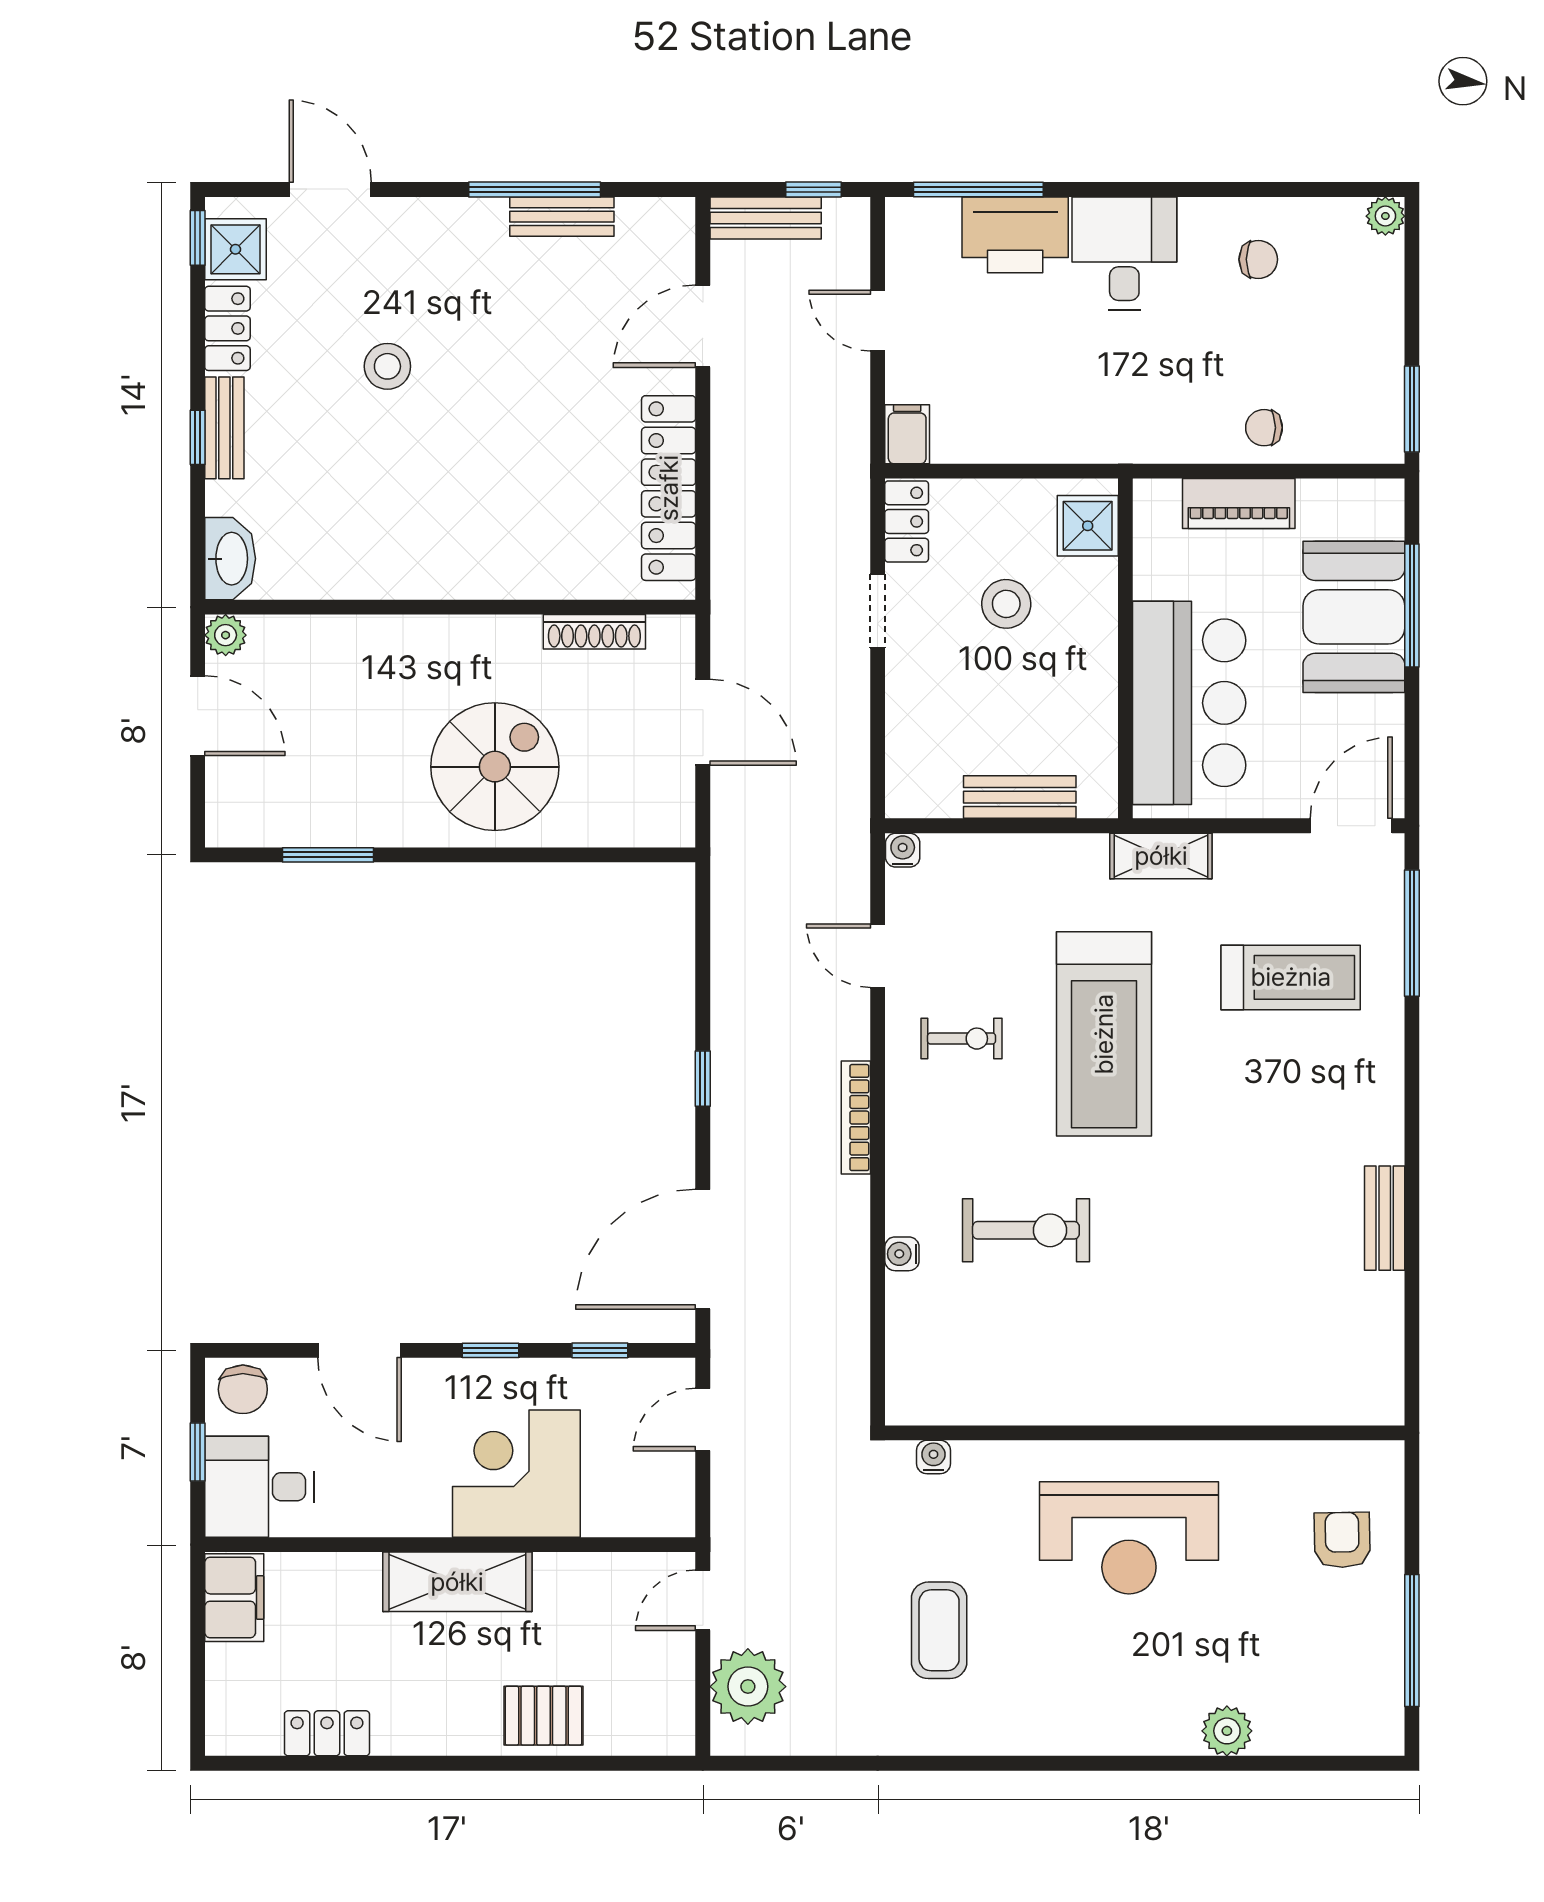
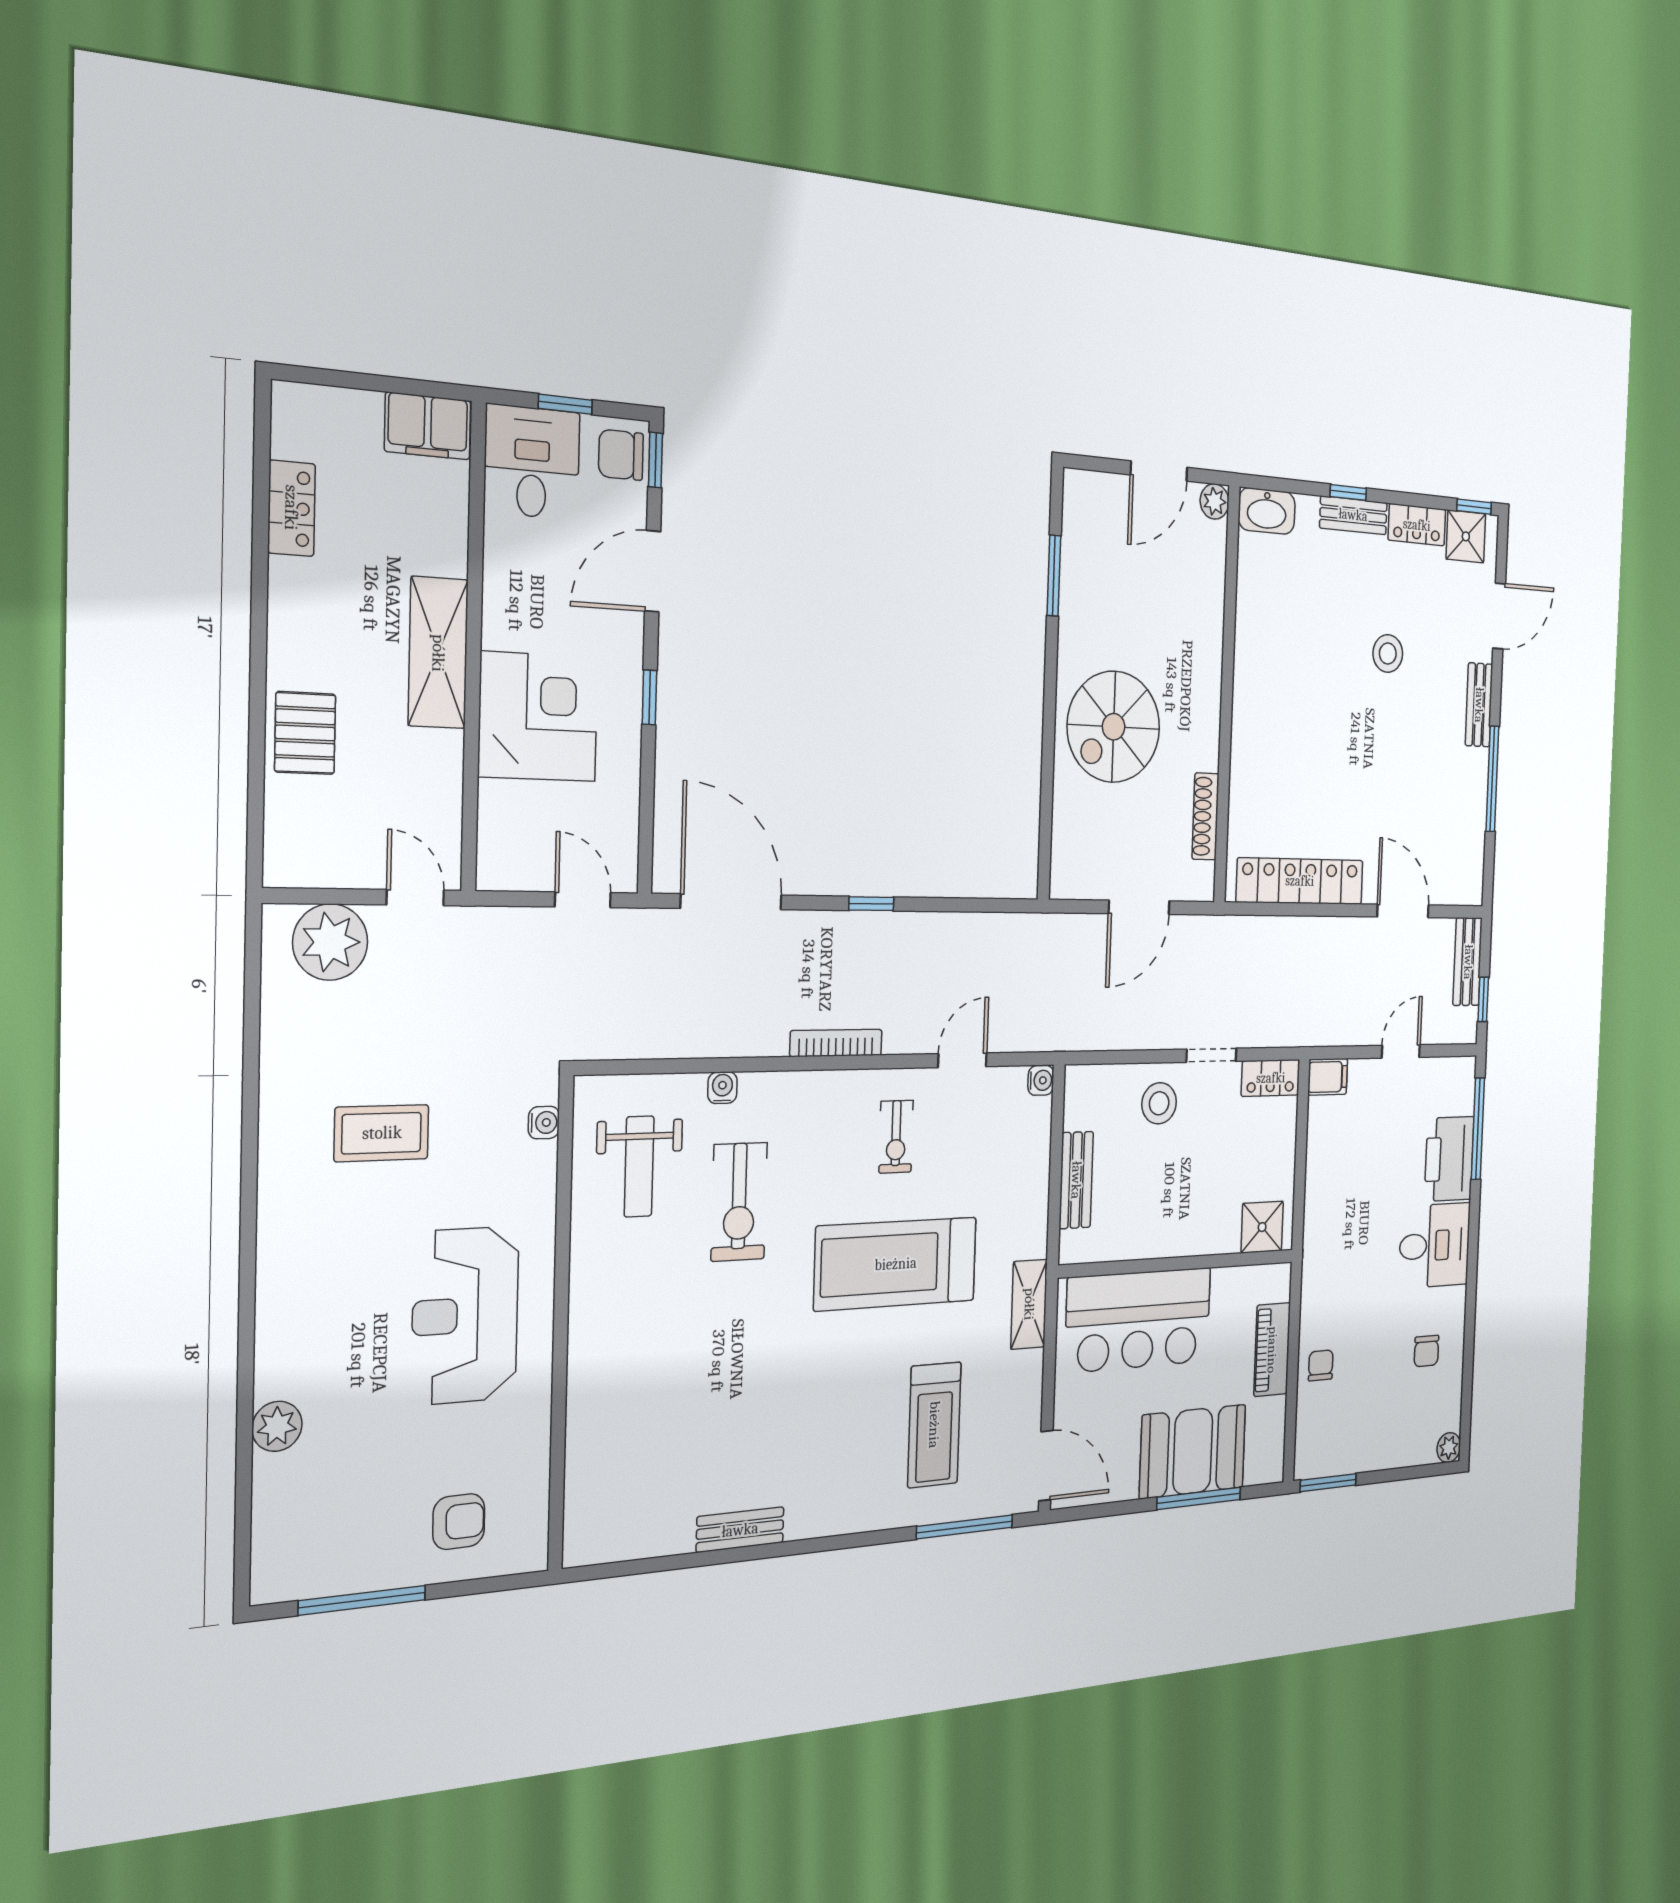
bench: (562, 217) -> (1479, 705), moved
stool: (1006, 604) -> (1159, 1103), moved
spiral stairs: (495, 767) -> (1114, 727), turned 90
weight bench: (983, 1349) -> (639, 1167), added
window: (600, 1350) -> (655, 460), moved

